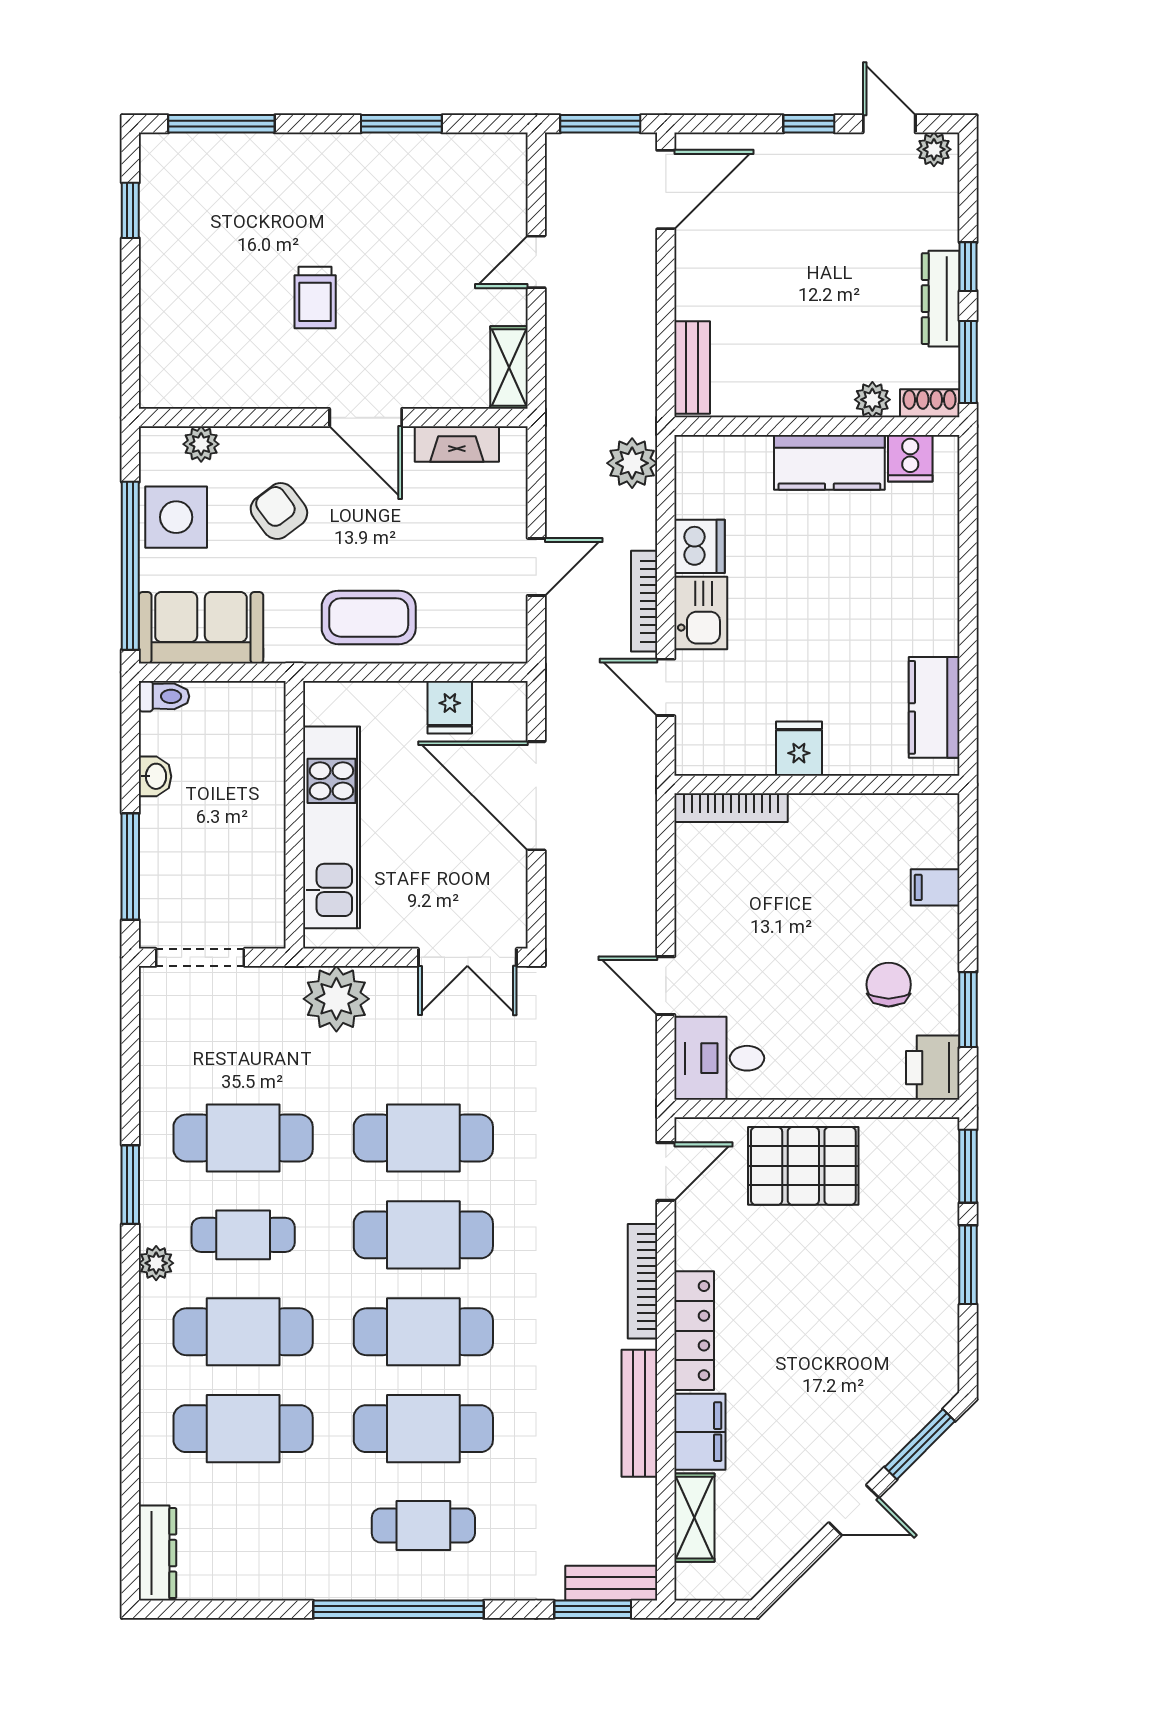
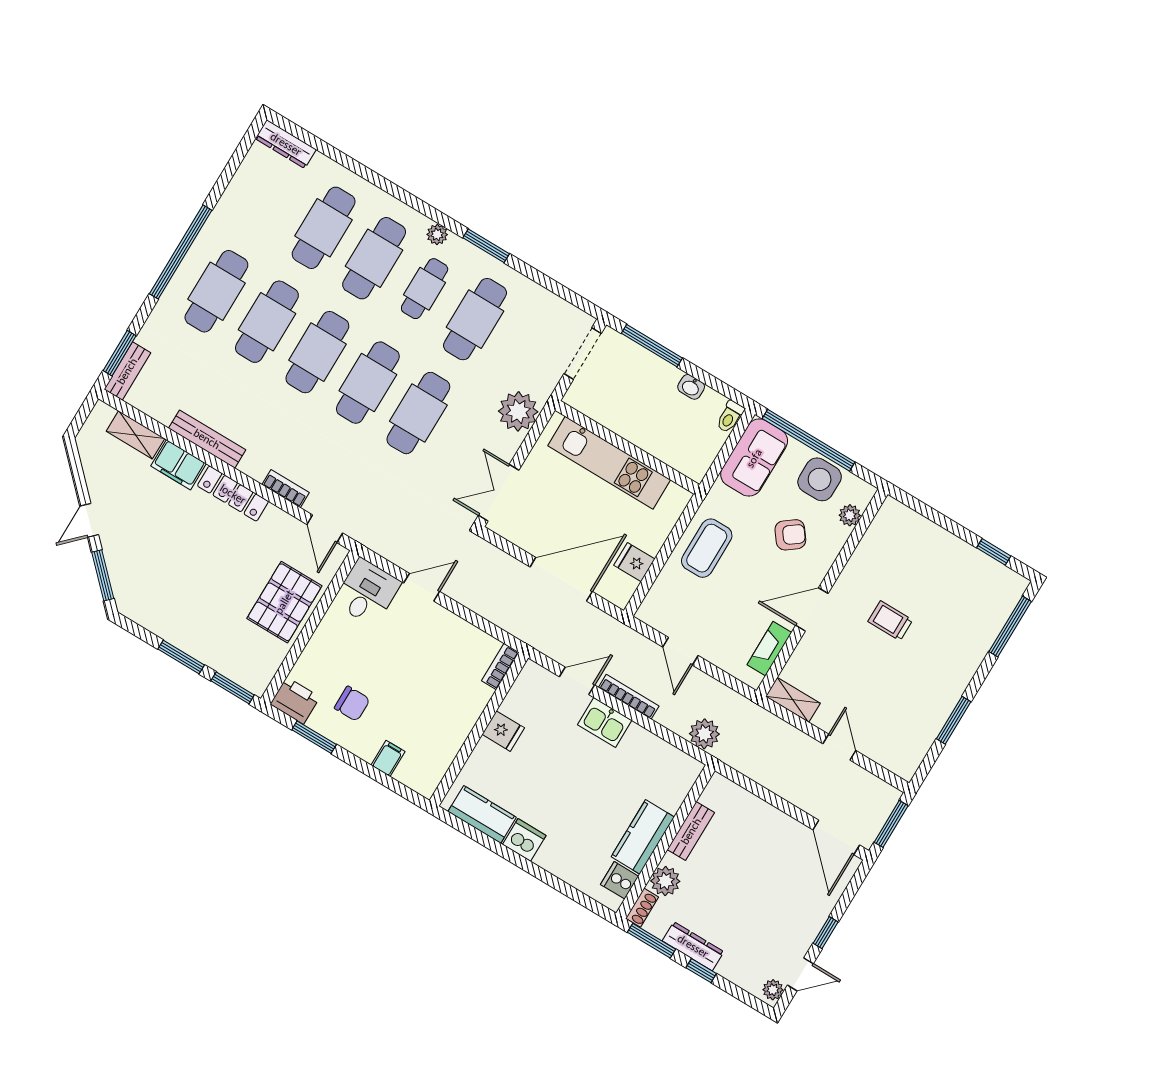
bench: (692, 368) -> (691, 831), moved, turned 90
plant: (872, 400) -> (665, 881), width x1.38, depth x1.38
dishwasher: (699, 546) -> (524, 840), moved, turned 180
bookcase: (731, 808) -> (500, 666), width x0.64
bookcase: (642, 1281) -> (286, 489), width x0.64
cafe table: (423, 1525) -> (216, 291), width x1.37, depth x1.35

